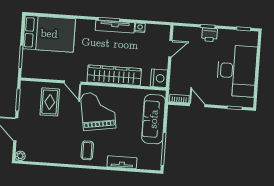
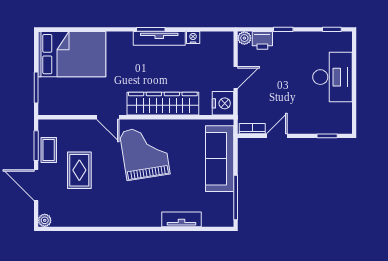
plant: (178, 31) -> (244, 38), added
printer: (209, 35) -> (262, 40), moved
door: (170, 49) -> (236, 78), moved
desk: (237, 71) -> (332, 77), width x0.73, depth x0.77
rug: (50, 102) -> (79, 170), moved
door: (197, 105) -> (277, 136), hinge flipped
coffee table: (87, 150) -> (49, 150), moved

